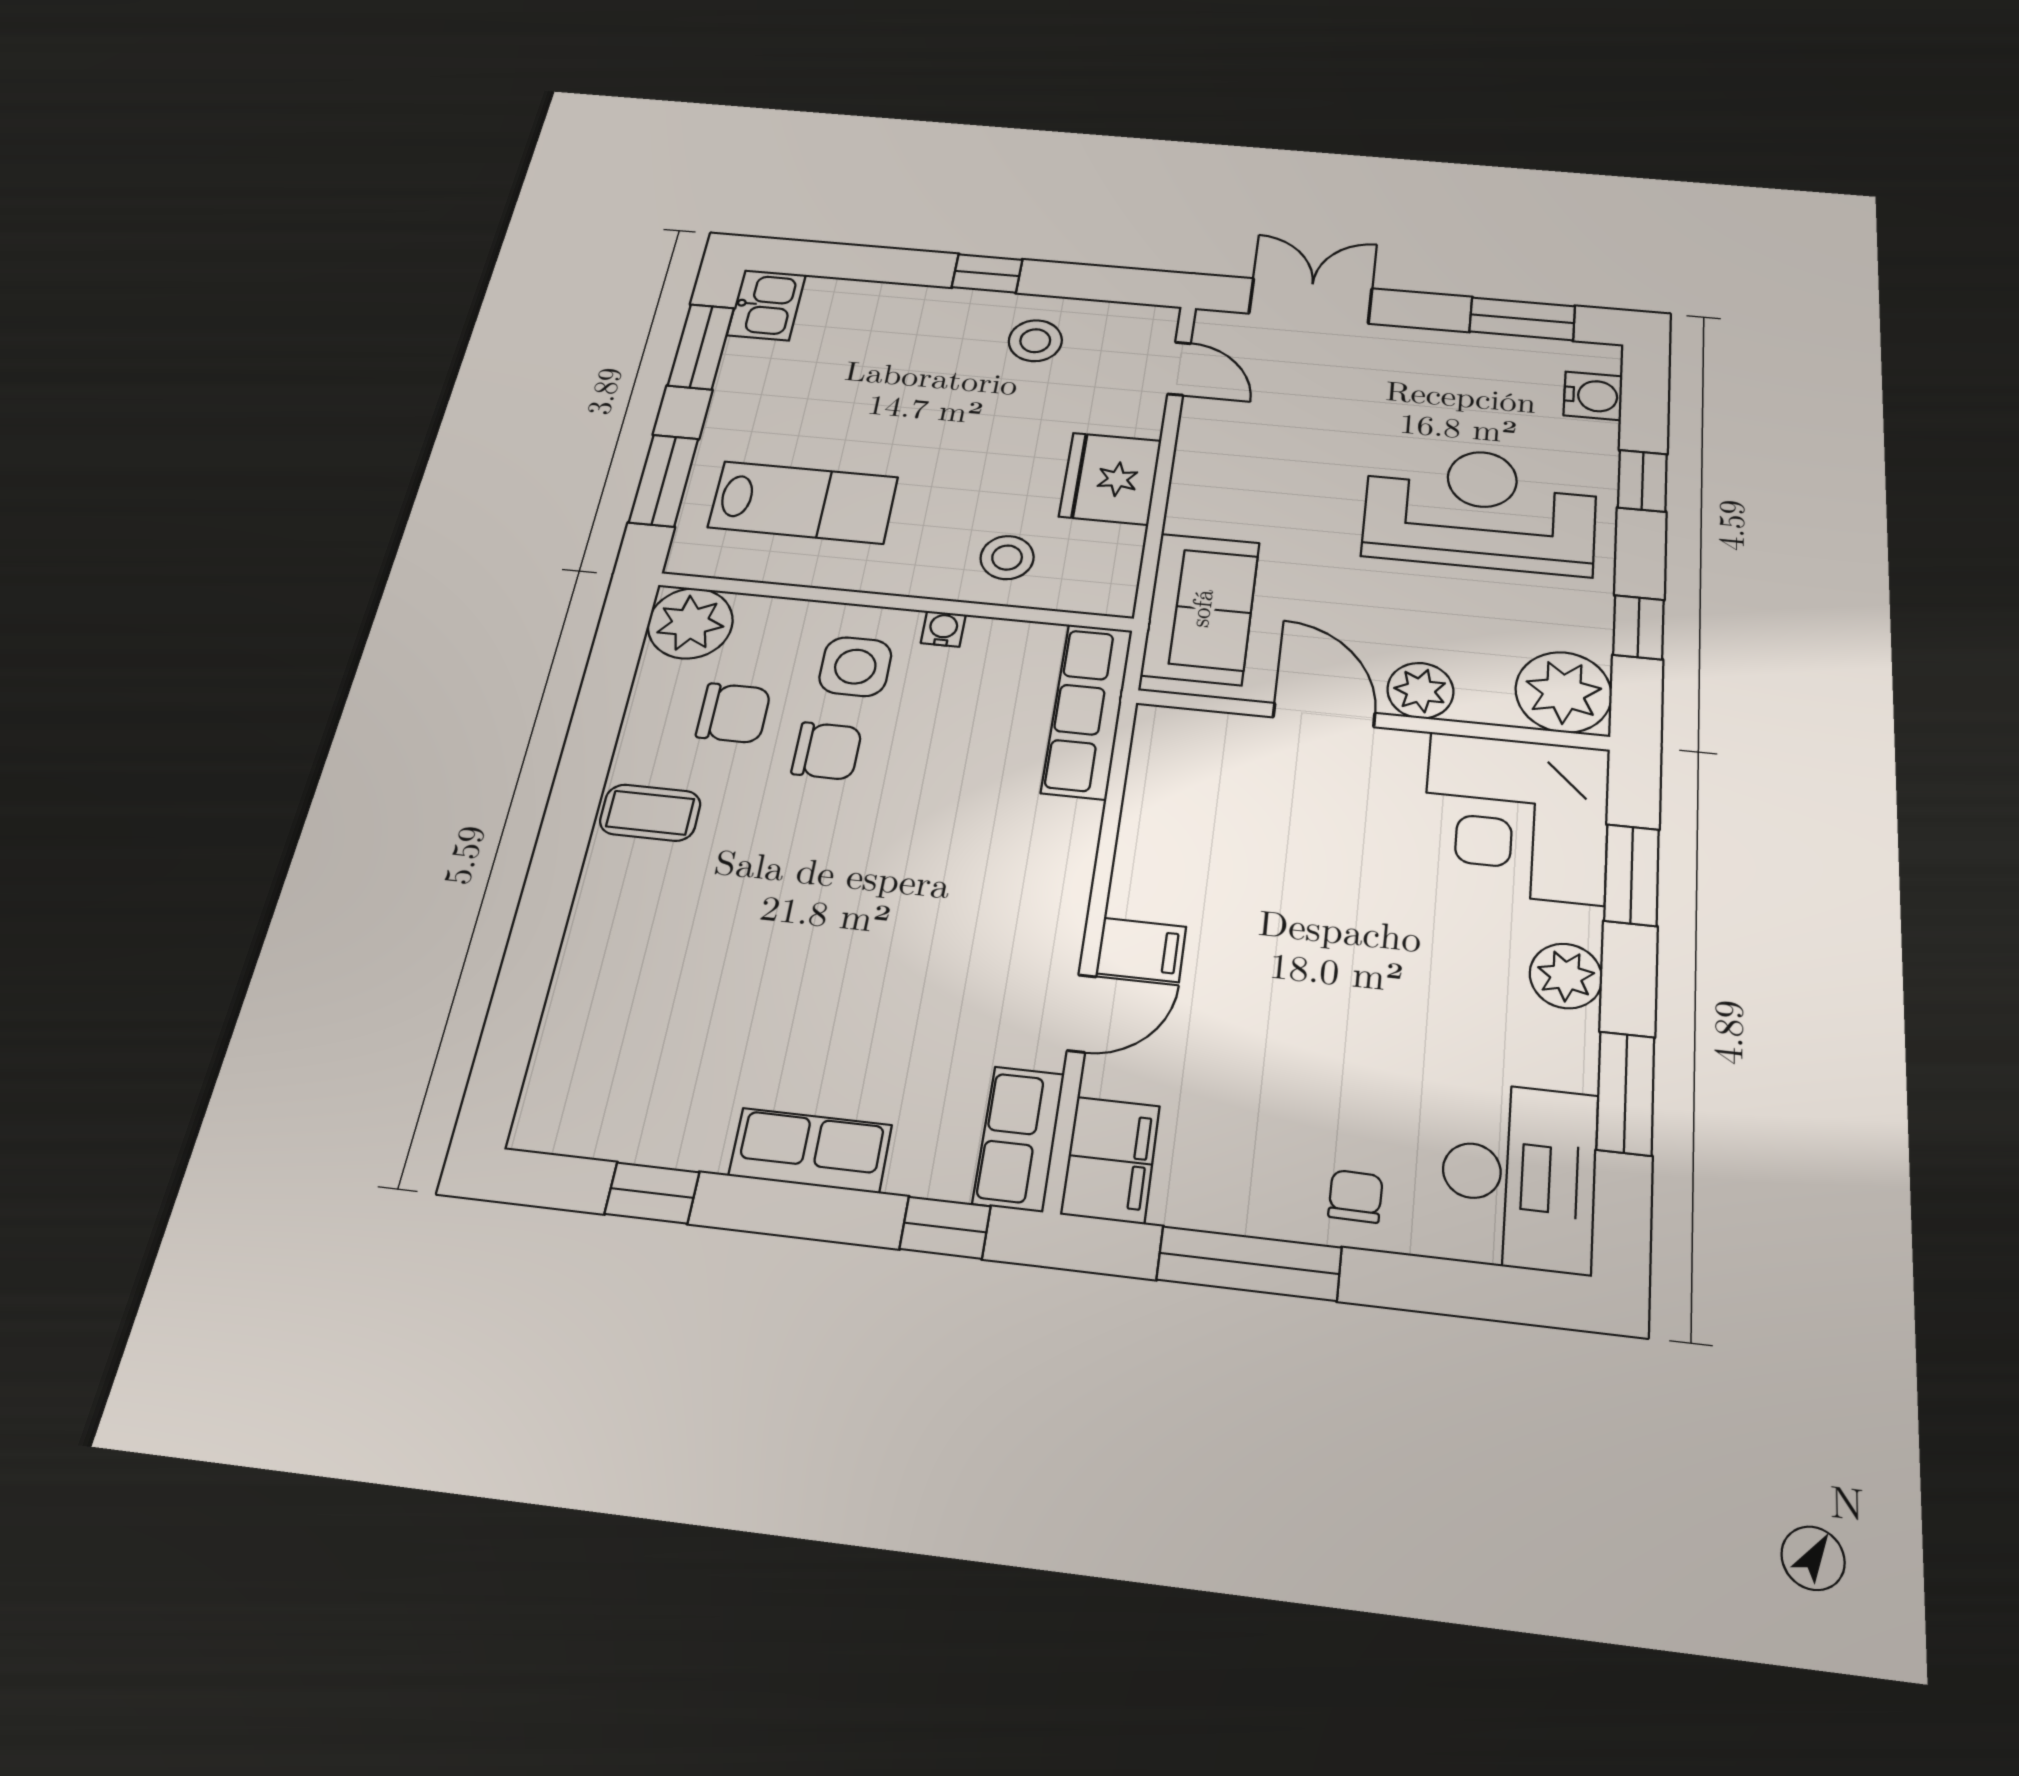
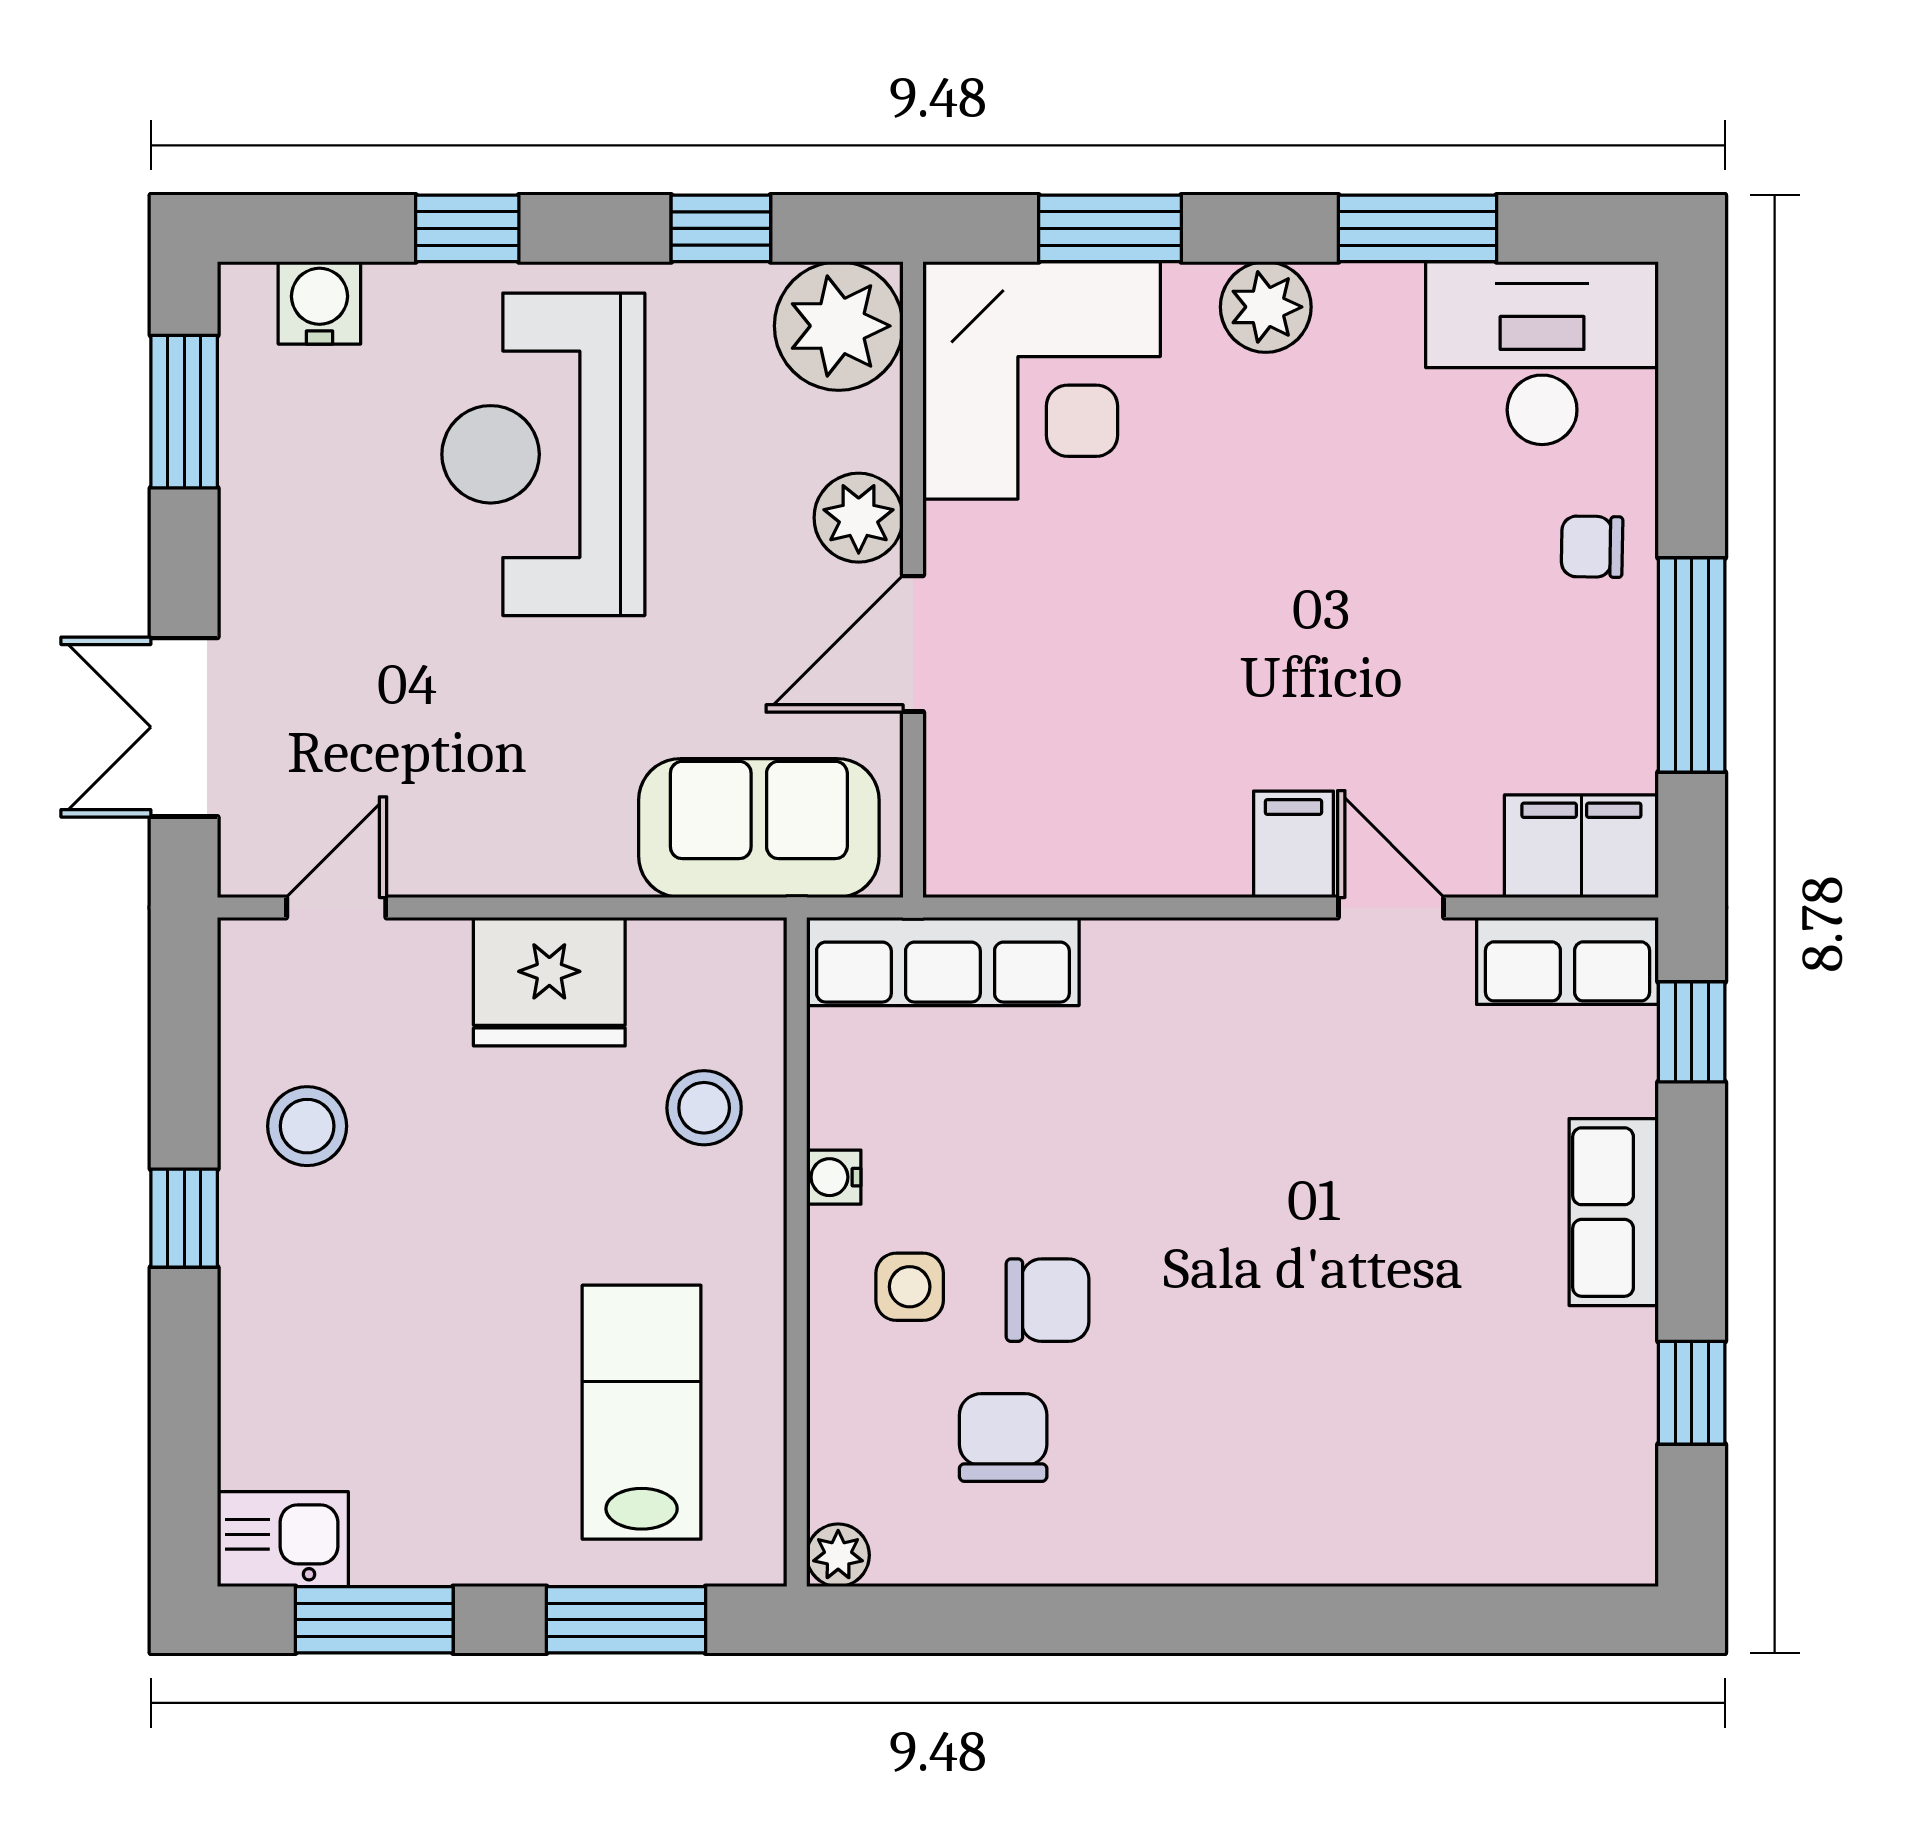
plant: (690, 623) -> (838, 1555), width x0.53, depth x0.53
side table: (855, 667) -> (910, 1287), width x0.73, depth x0.73
chair: (827, 751) -> (1048, 1300), turned 90
coffee table: (650, 813) -> (1169, 1515), removed

